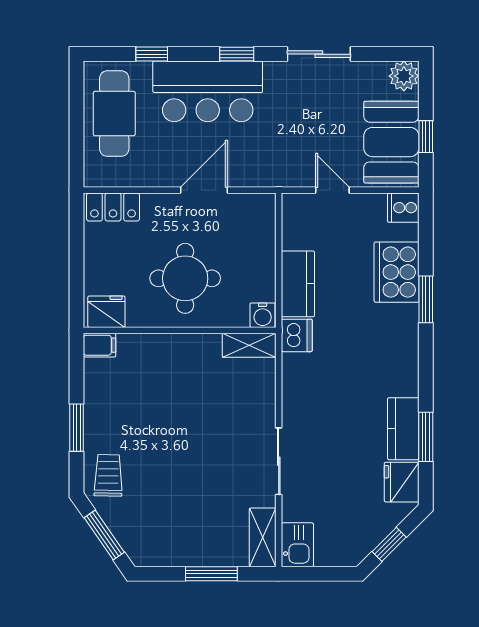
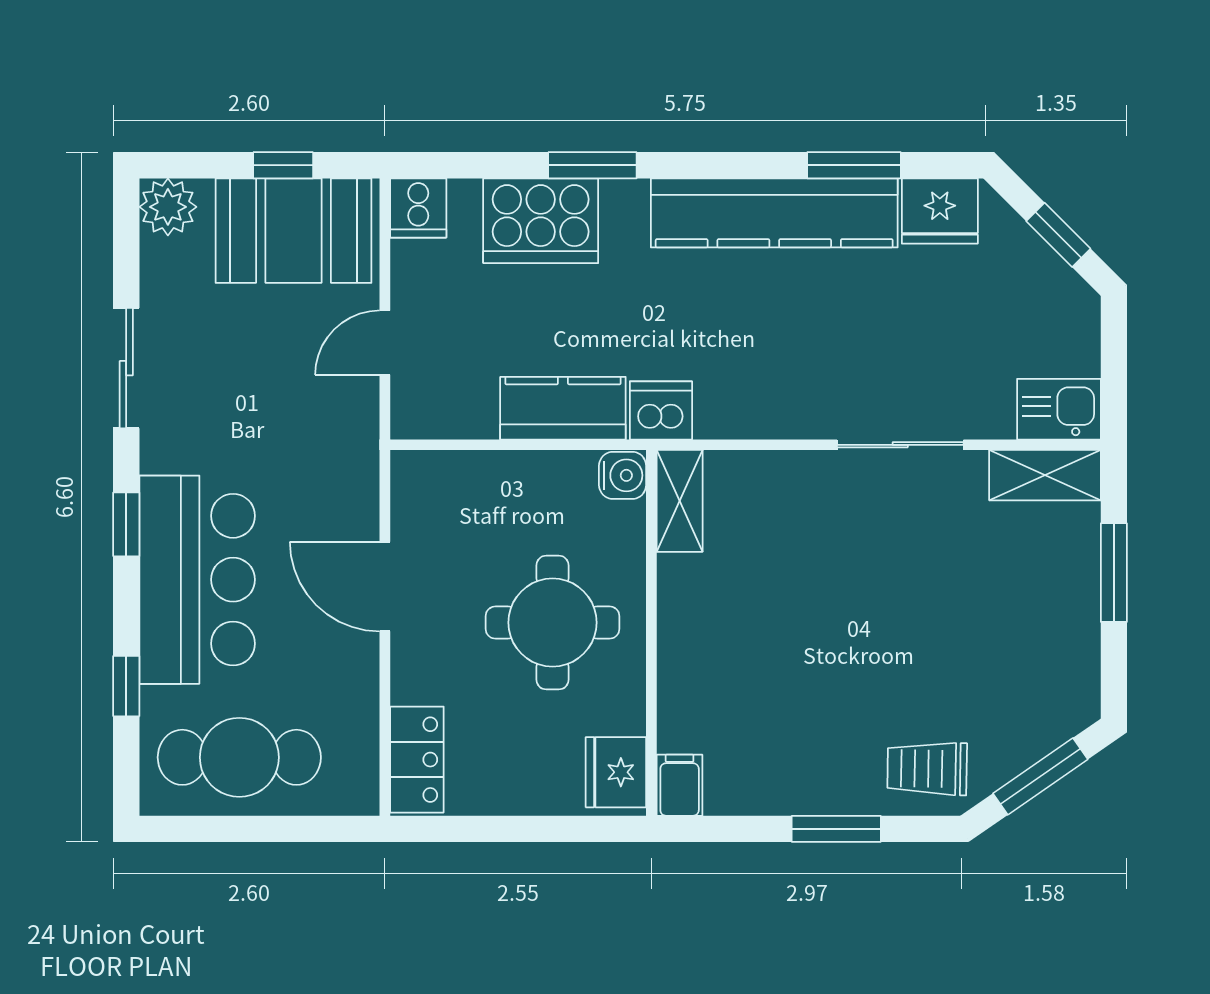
kitchen counter: (403, 429) -> (774, 213), width x2.08, depth x1.17

